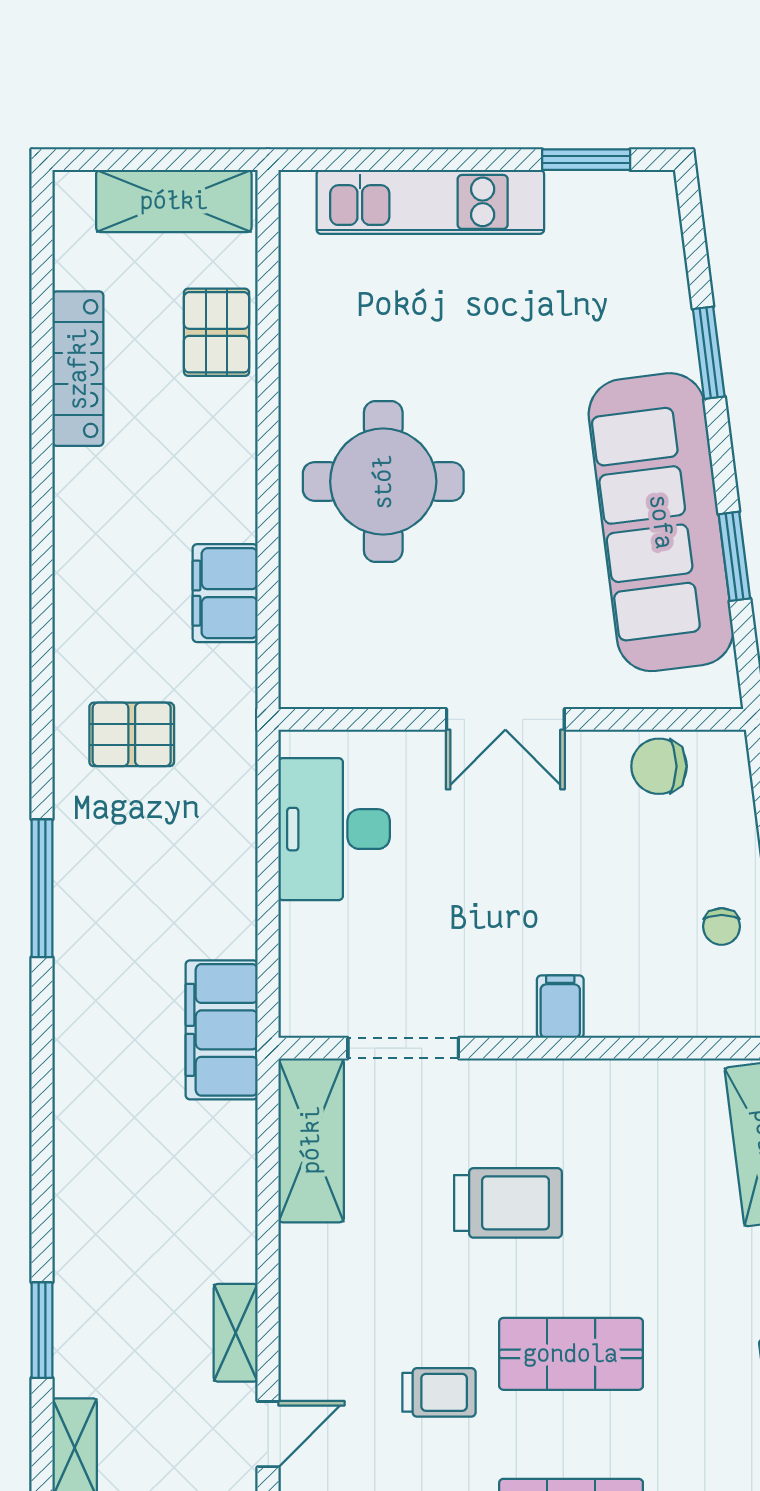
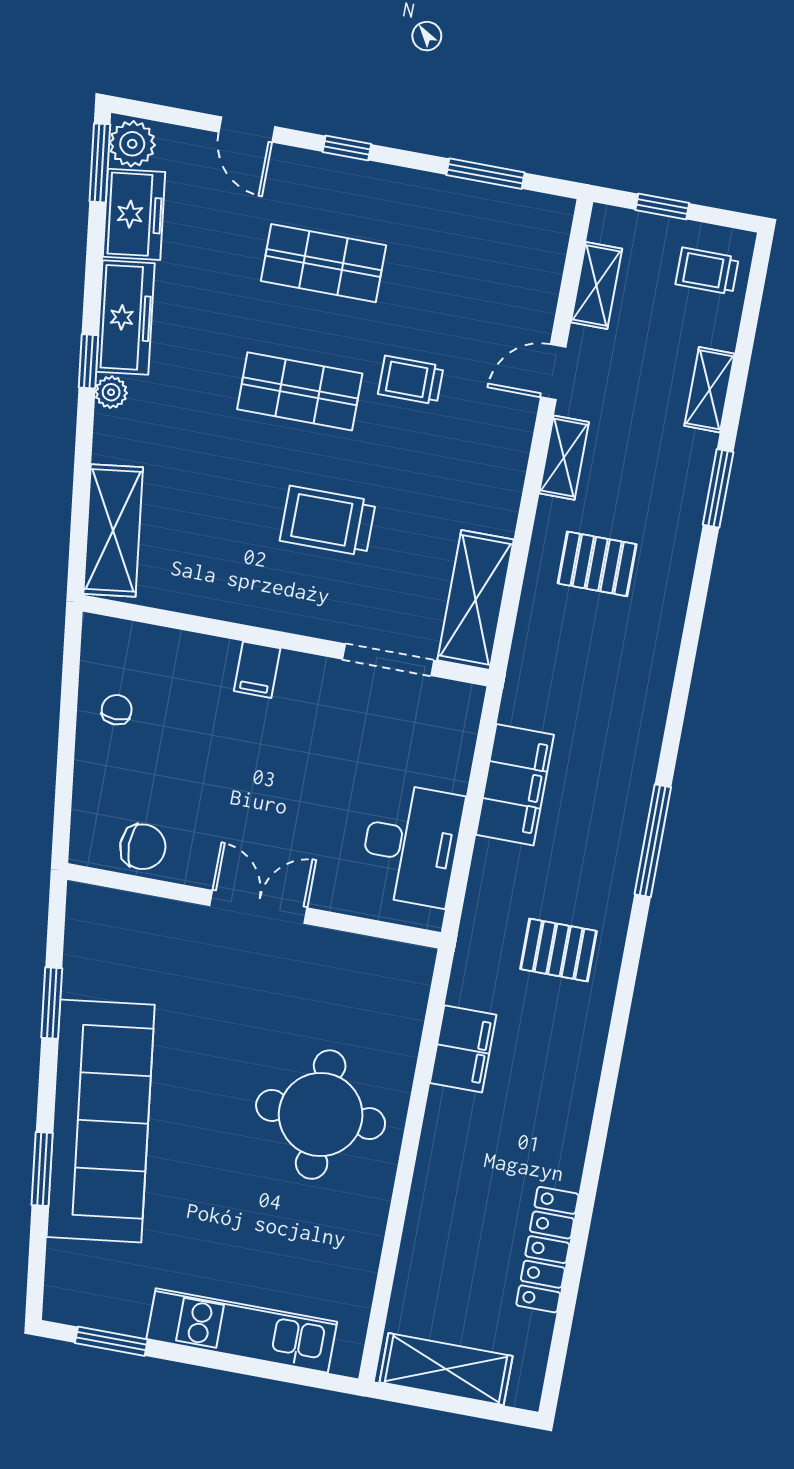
pallet: (217, 332) -> (597, 564), moved, turned 90
sofa: (661, 522) -> (101, 1121), moved
filing cabinet: (222, 1030) -> (515, 785), moved

